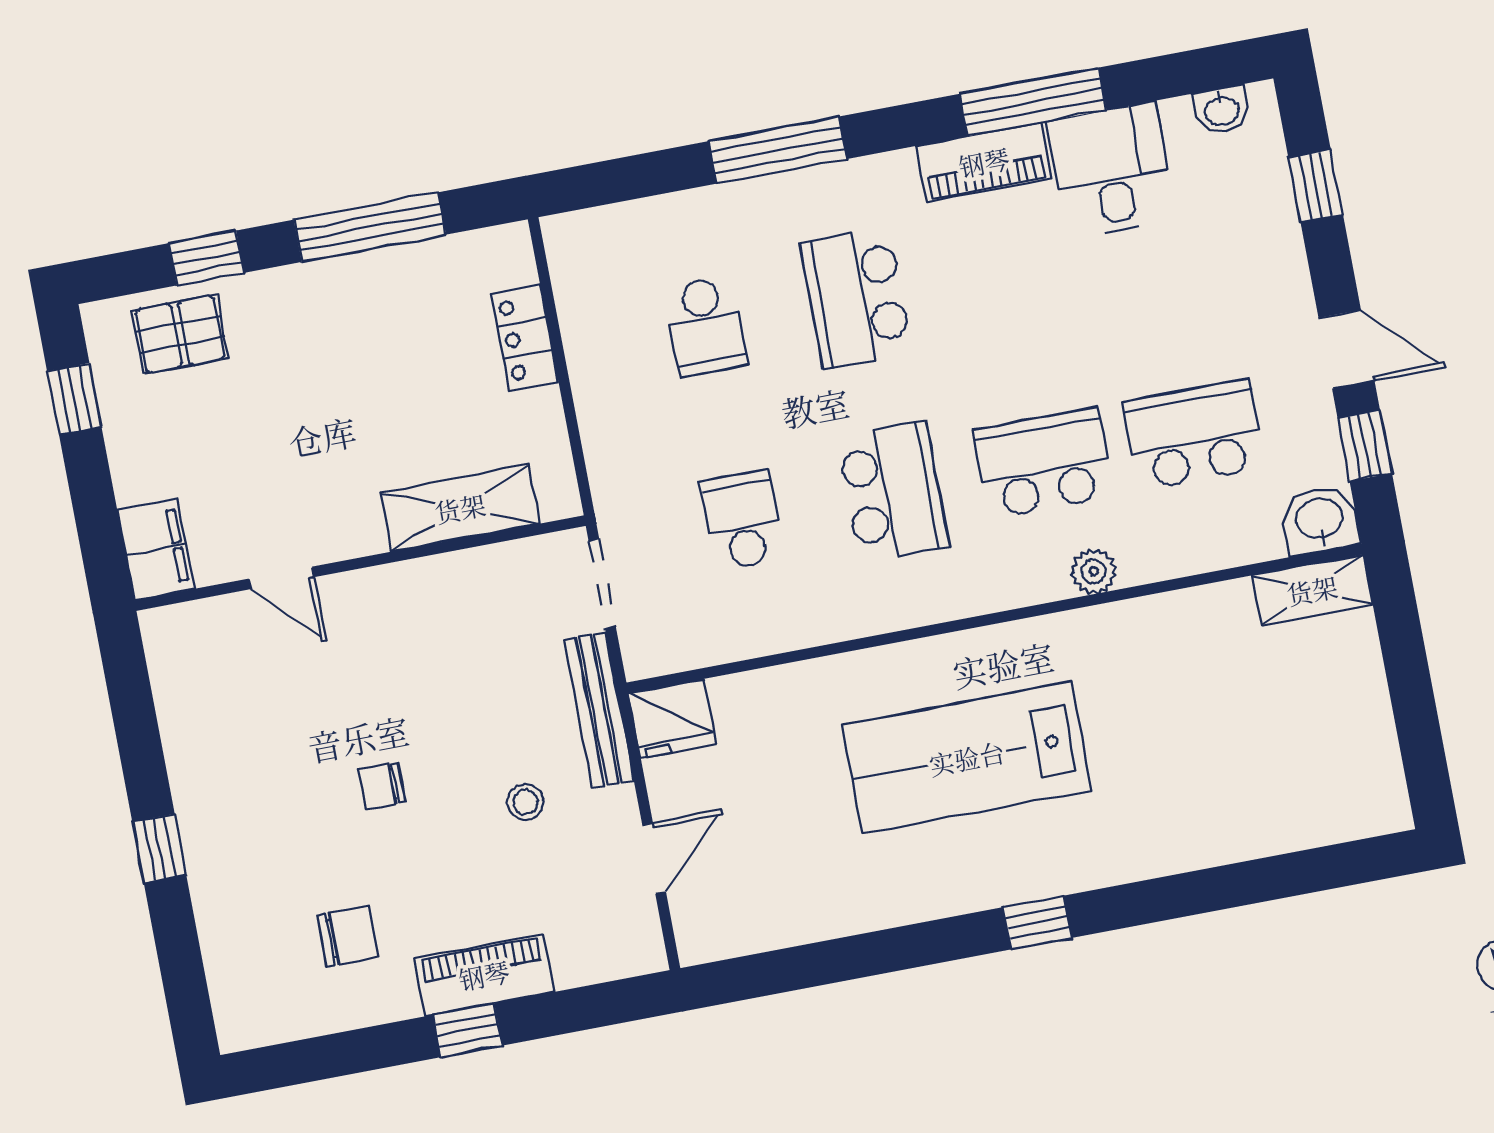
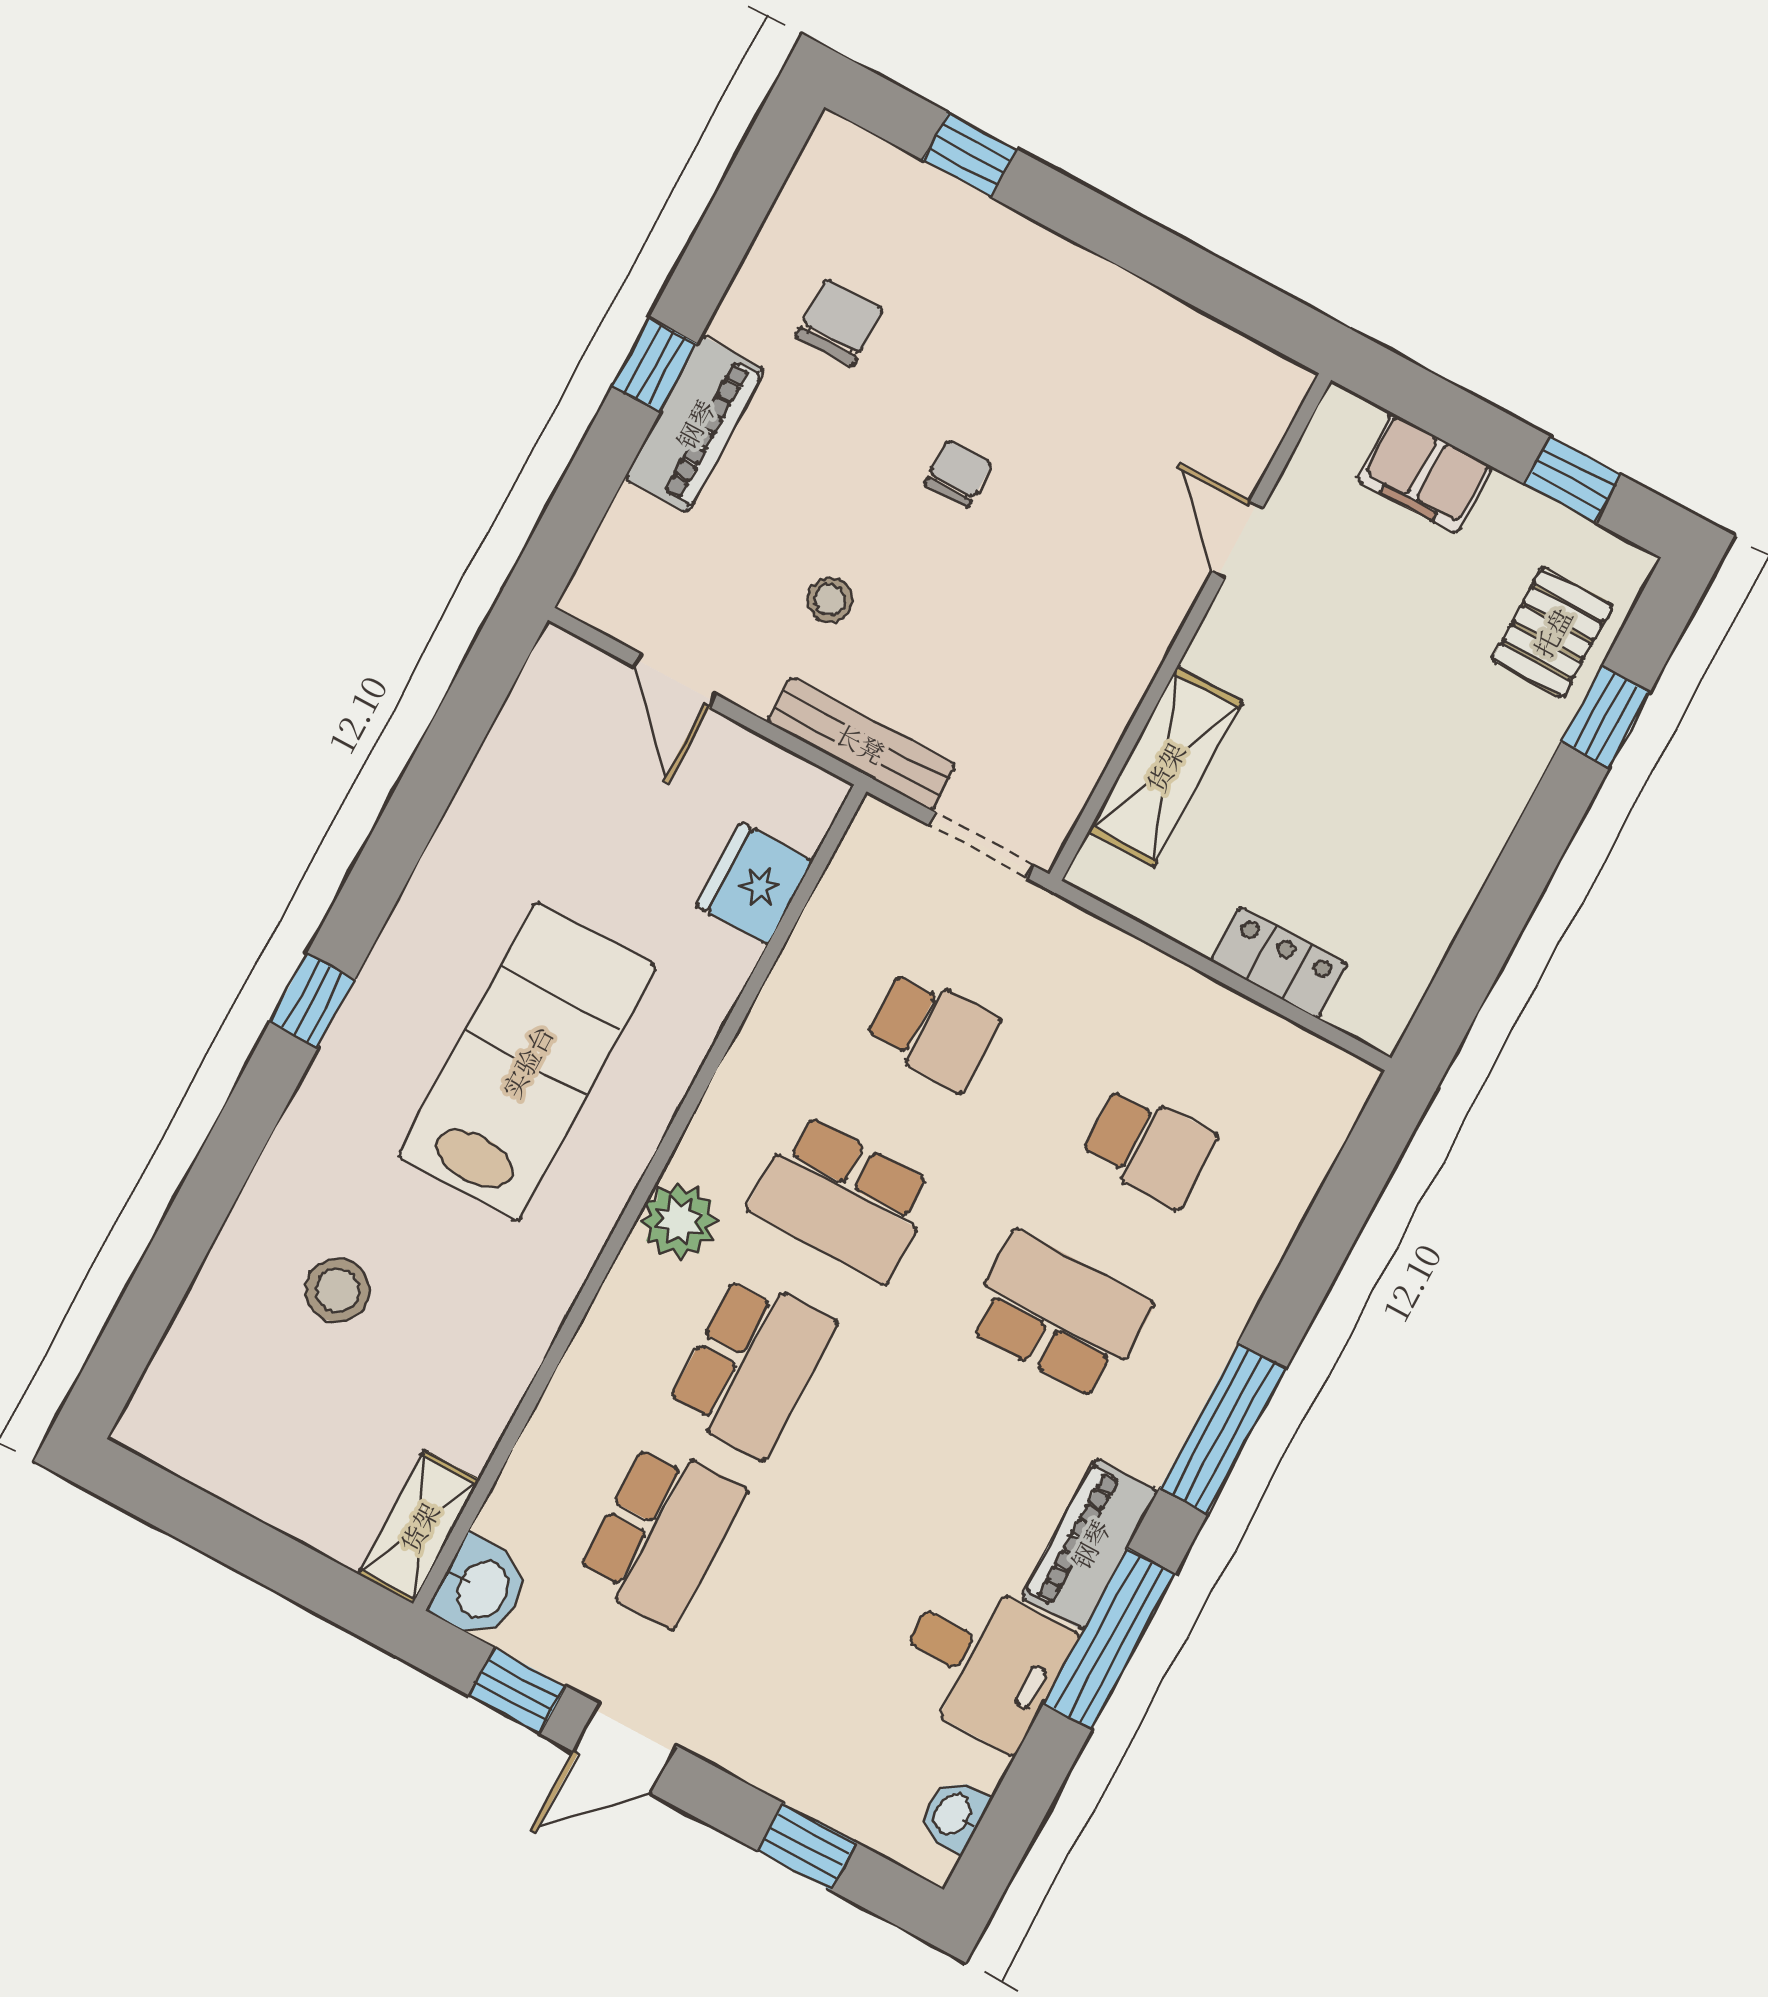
window: (778, 150) -> (1223, 1428), moved
window: (370, 227) -> (1507, 900), removed
school desk: (706, 326) -> (1149, 1147), turned 180
filing cabinet: (156, 549) -> (1424, 473), moved
plant: (1094, 571) -> (679, 1221), moved, width x1.38, depth x1.38
door: (281, 578) -> (1237, 539), hinge flipped
fridge: (672, 719) -> (754, 884), moved
stool: (1205, 760) -> (338, 1290), added
window: (159, 848) -> (970, 155), moved
chair: (348, 936) -> (839, 323), turned 180

